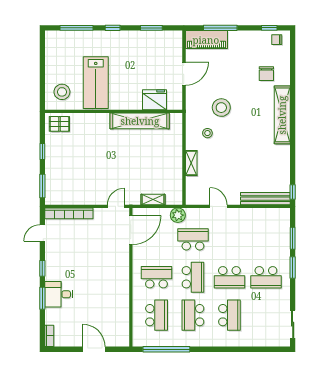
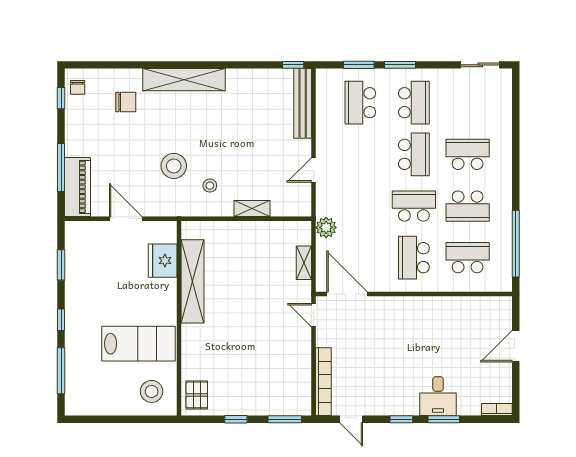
school desk: (193, 239) -> (360, 103), moved

